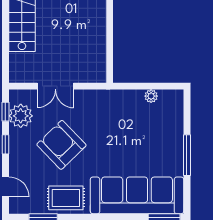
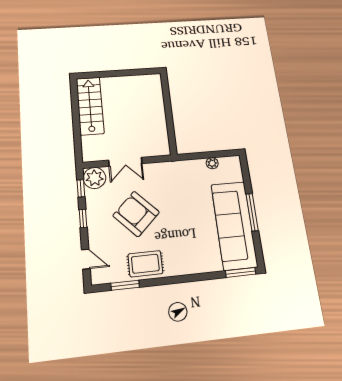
plant: (21, 116) -> (95, 178), moved
sofa: (137, 195) -> (234, 225), moved, turned -90

